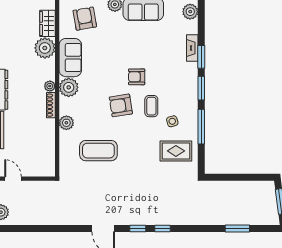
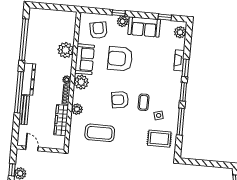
wardrobe: (47, 23) -> (61, 120), moved, width x1.50
armchair: (137, 77) -> (120, 59), moved, width x1.88, depth x1.88

